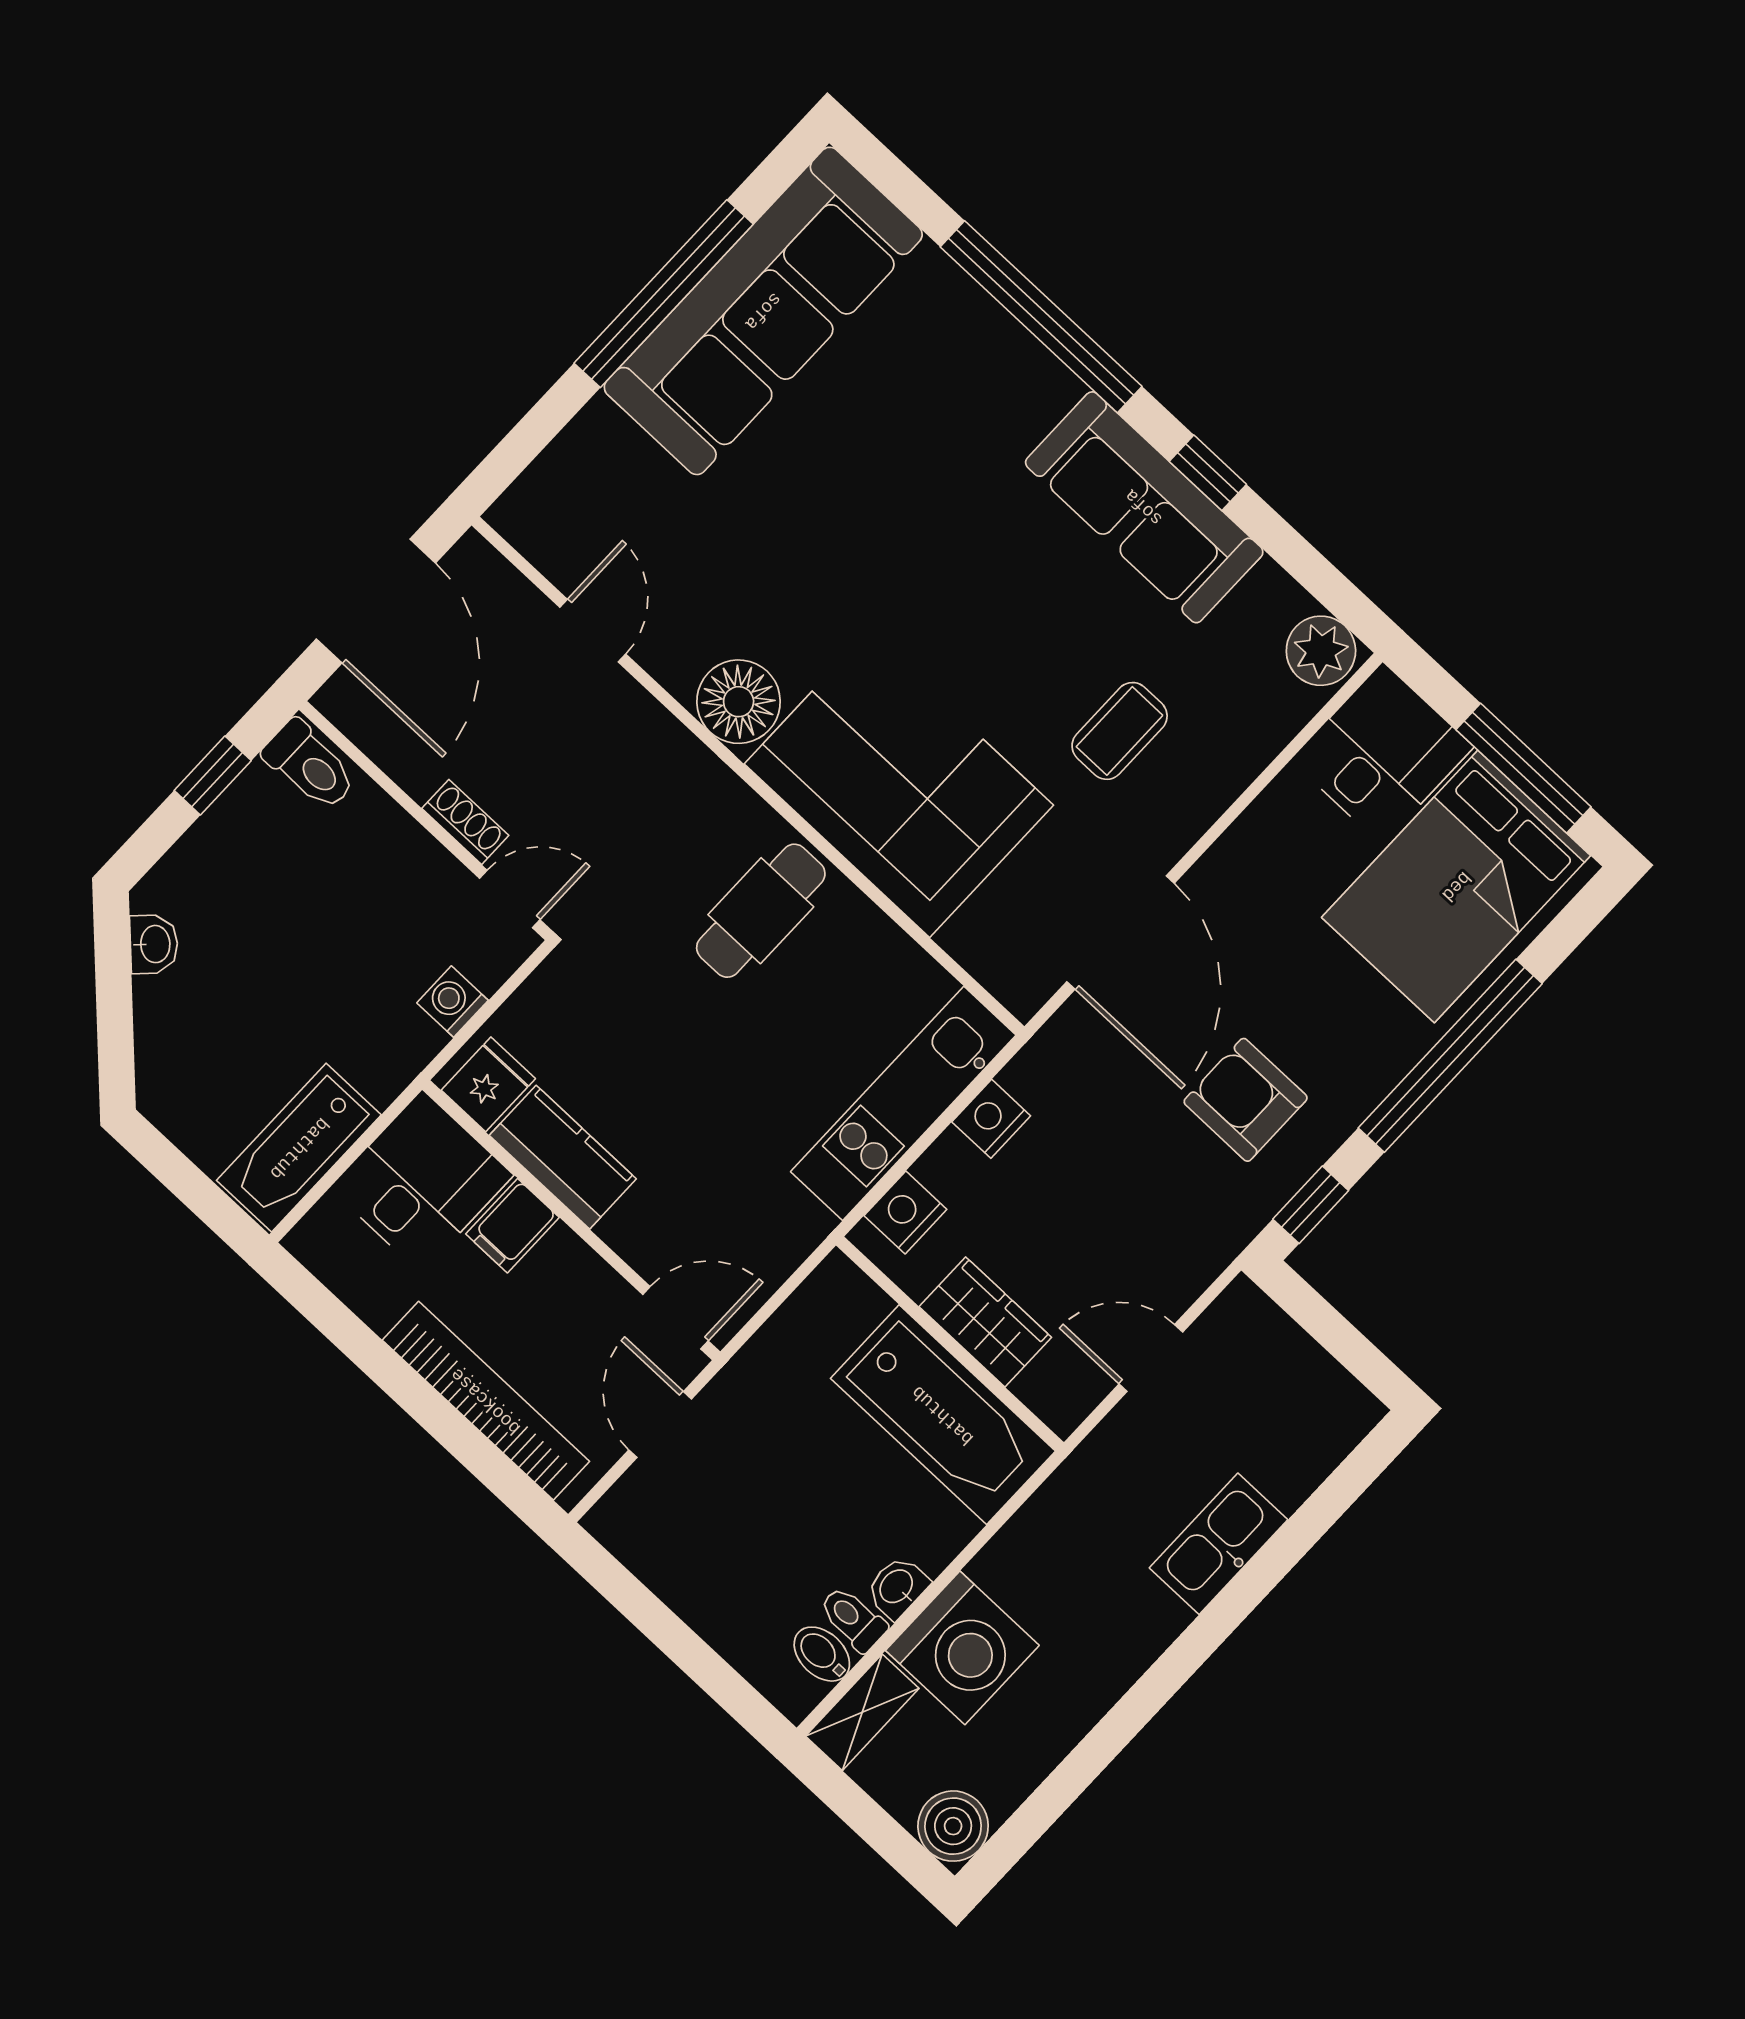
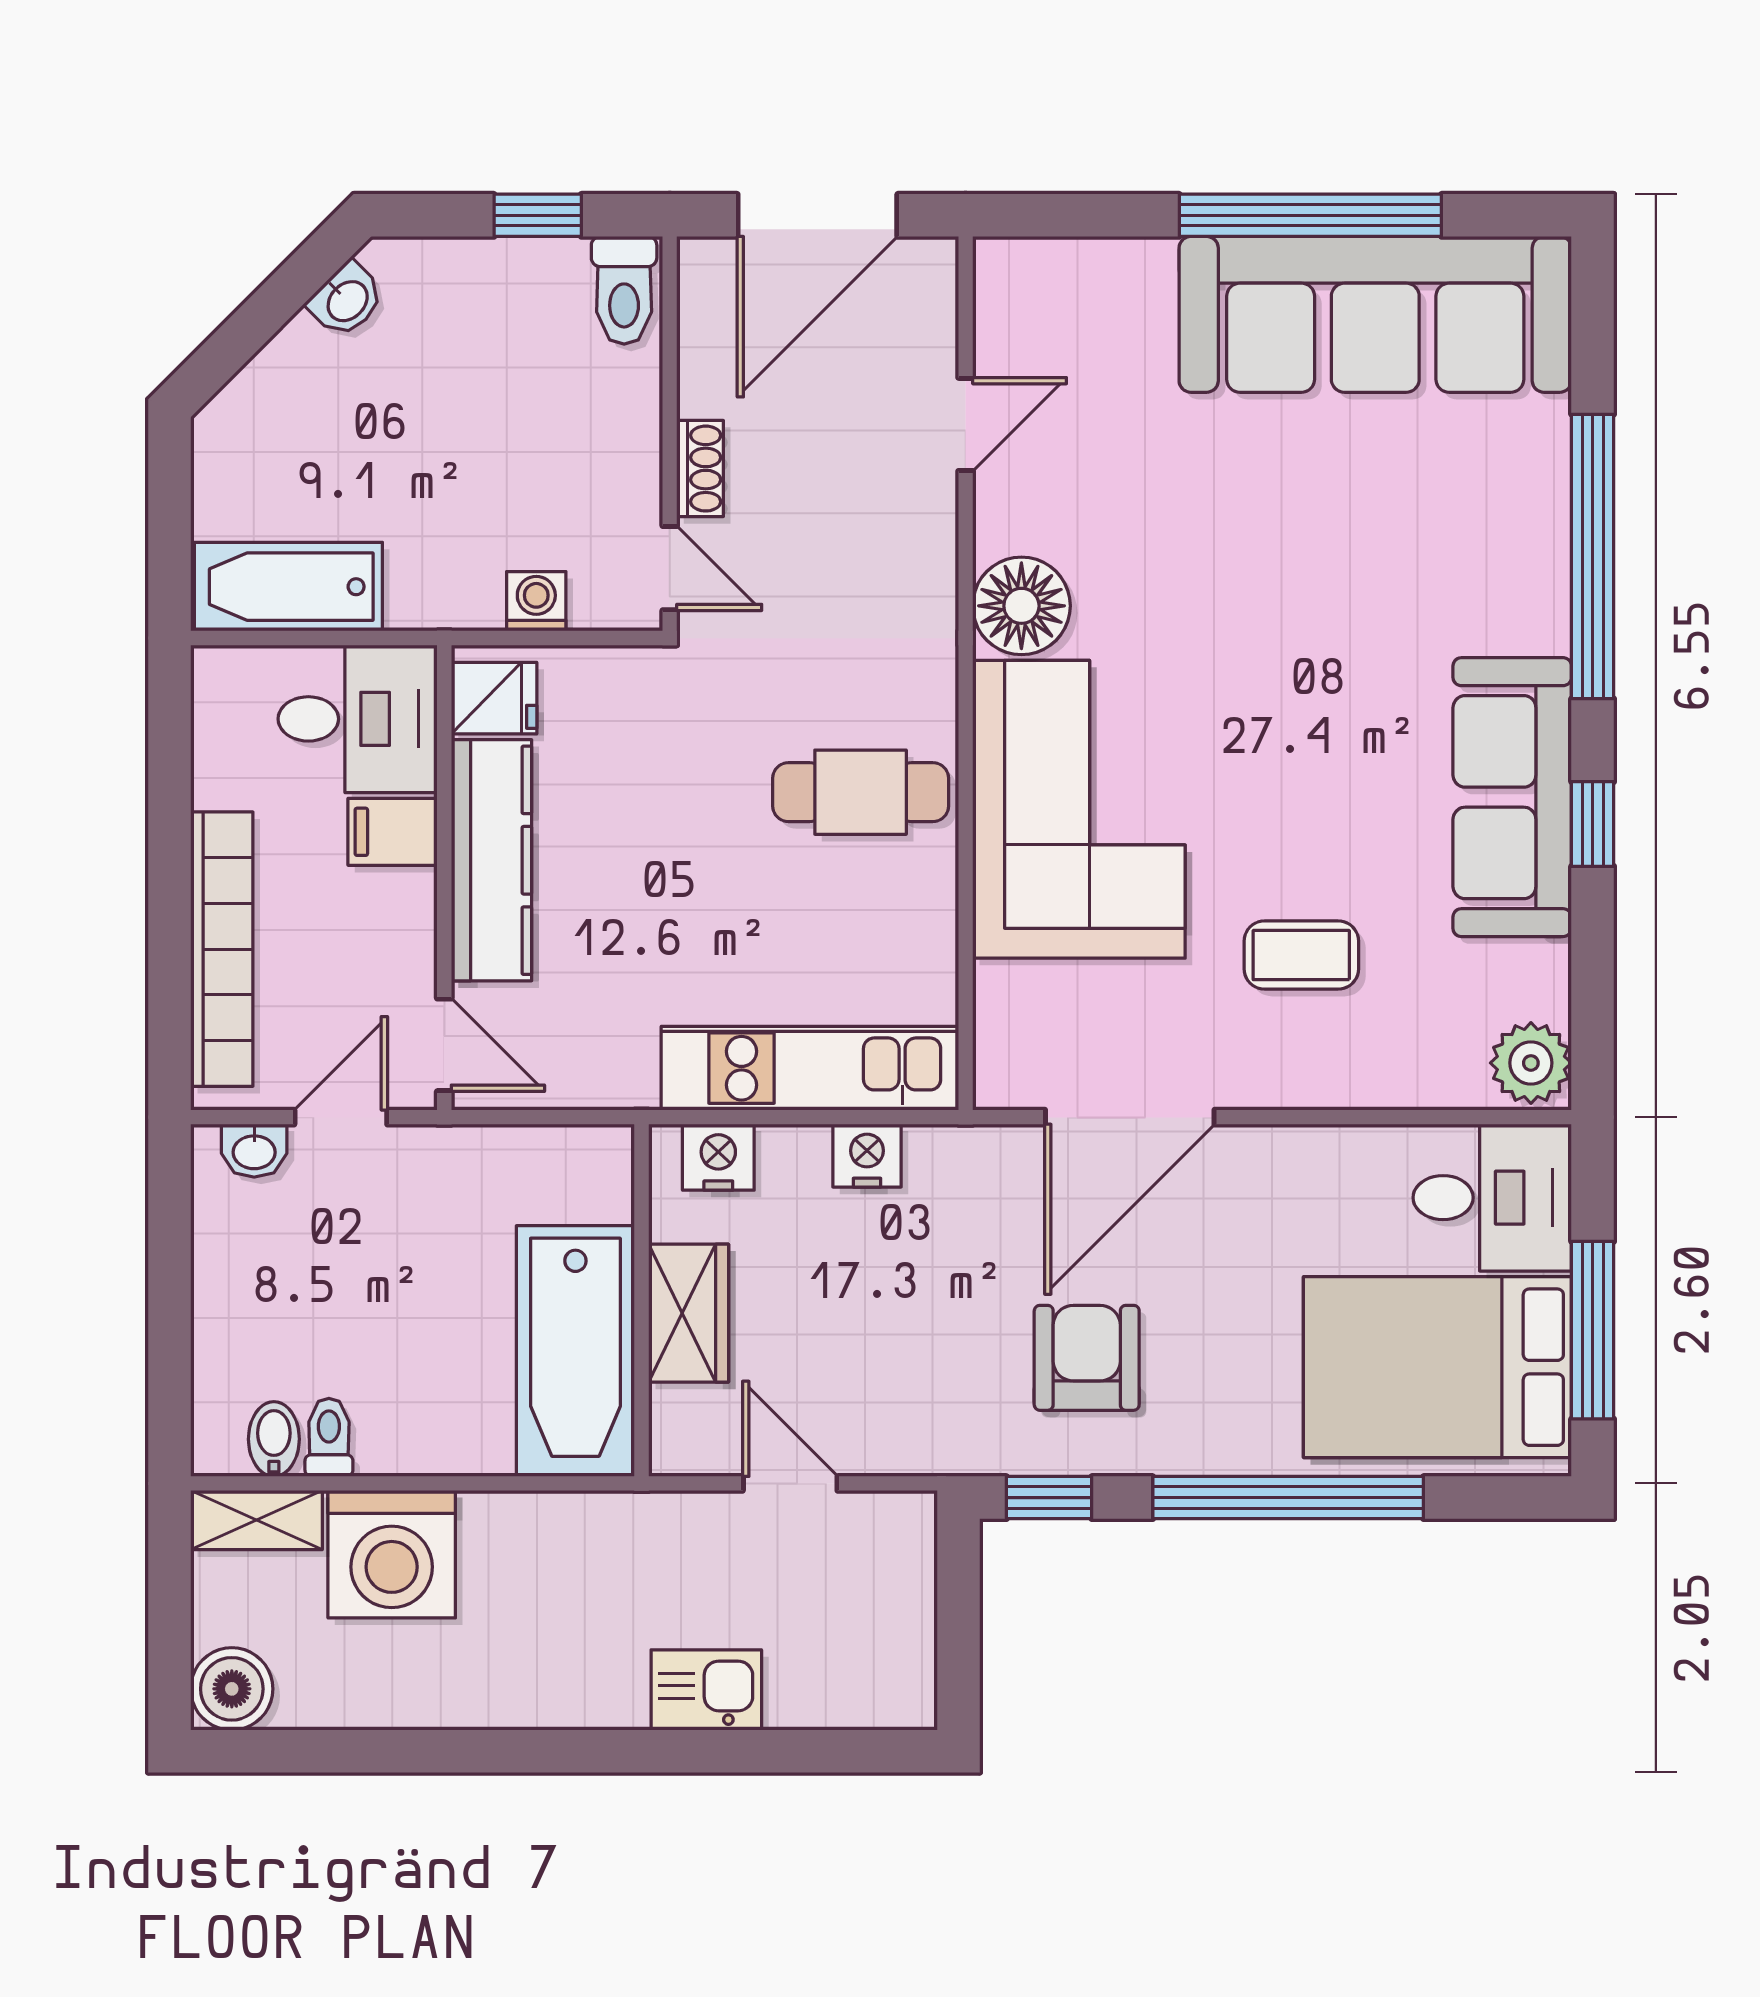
kitchen counter: (563, 1157) -> (492, 860), width x1.50
kitchen sink: (1219, 1544) -> (706, 1690), width x0.73
washbasin: (897, 1587) -> (254, 1151), moved, turned 180

